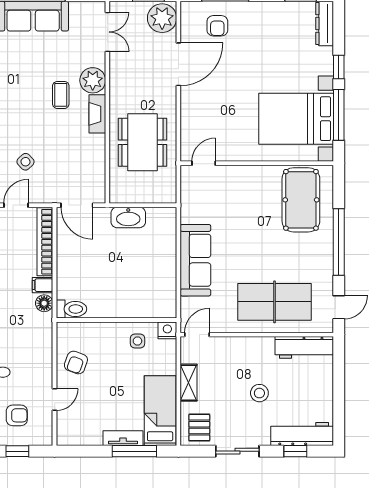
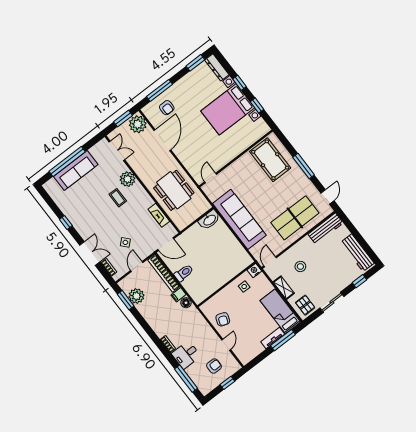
fireplace: (97, 114) -> (159, 215), moved
window: (339, 115) -> (257, 106), width x0.46
bed with nightstands: (296, 119) -> (228, 109), moved
washbasin: (128, 217) -> (209, 220), moved
window: (339, 242) -> (304, 166), width x0.68
sofa: (195, 260) -> (239, 219), width x1.36, depth x1.27
toilet: (71, 309) -> (184, 273), moved
stool: (259, 393) -> (300, 266), moved
workbench: (302, 434) -> (357, 253), moved, turned -90

